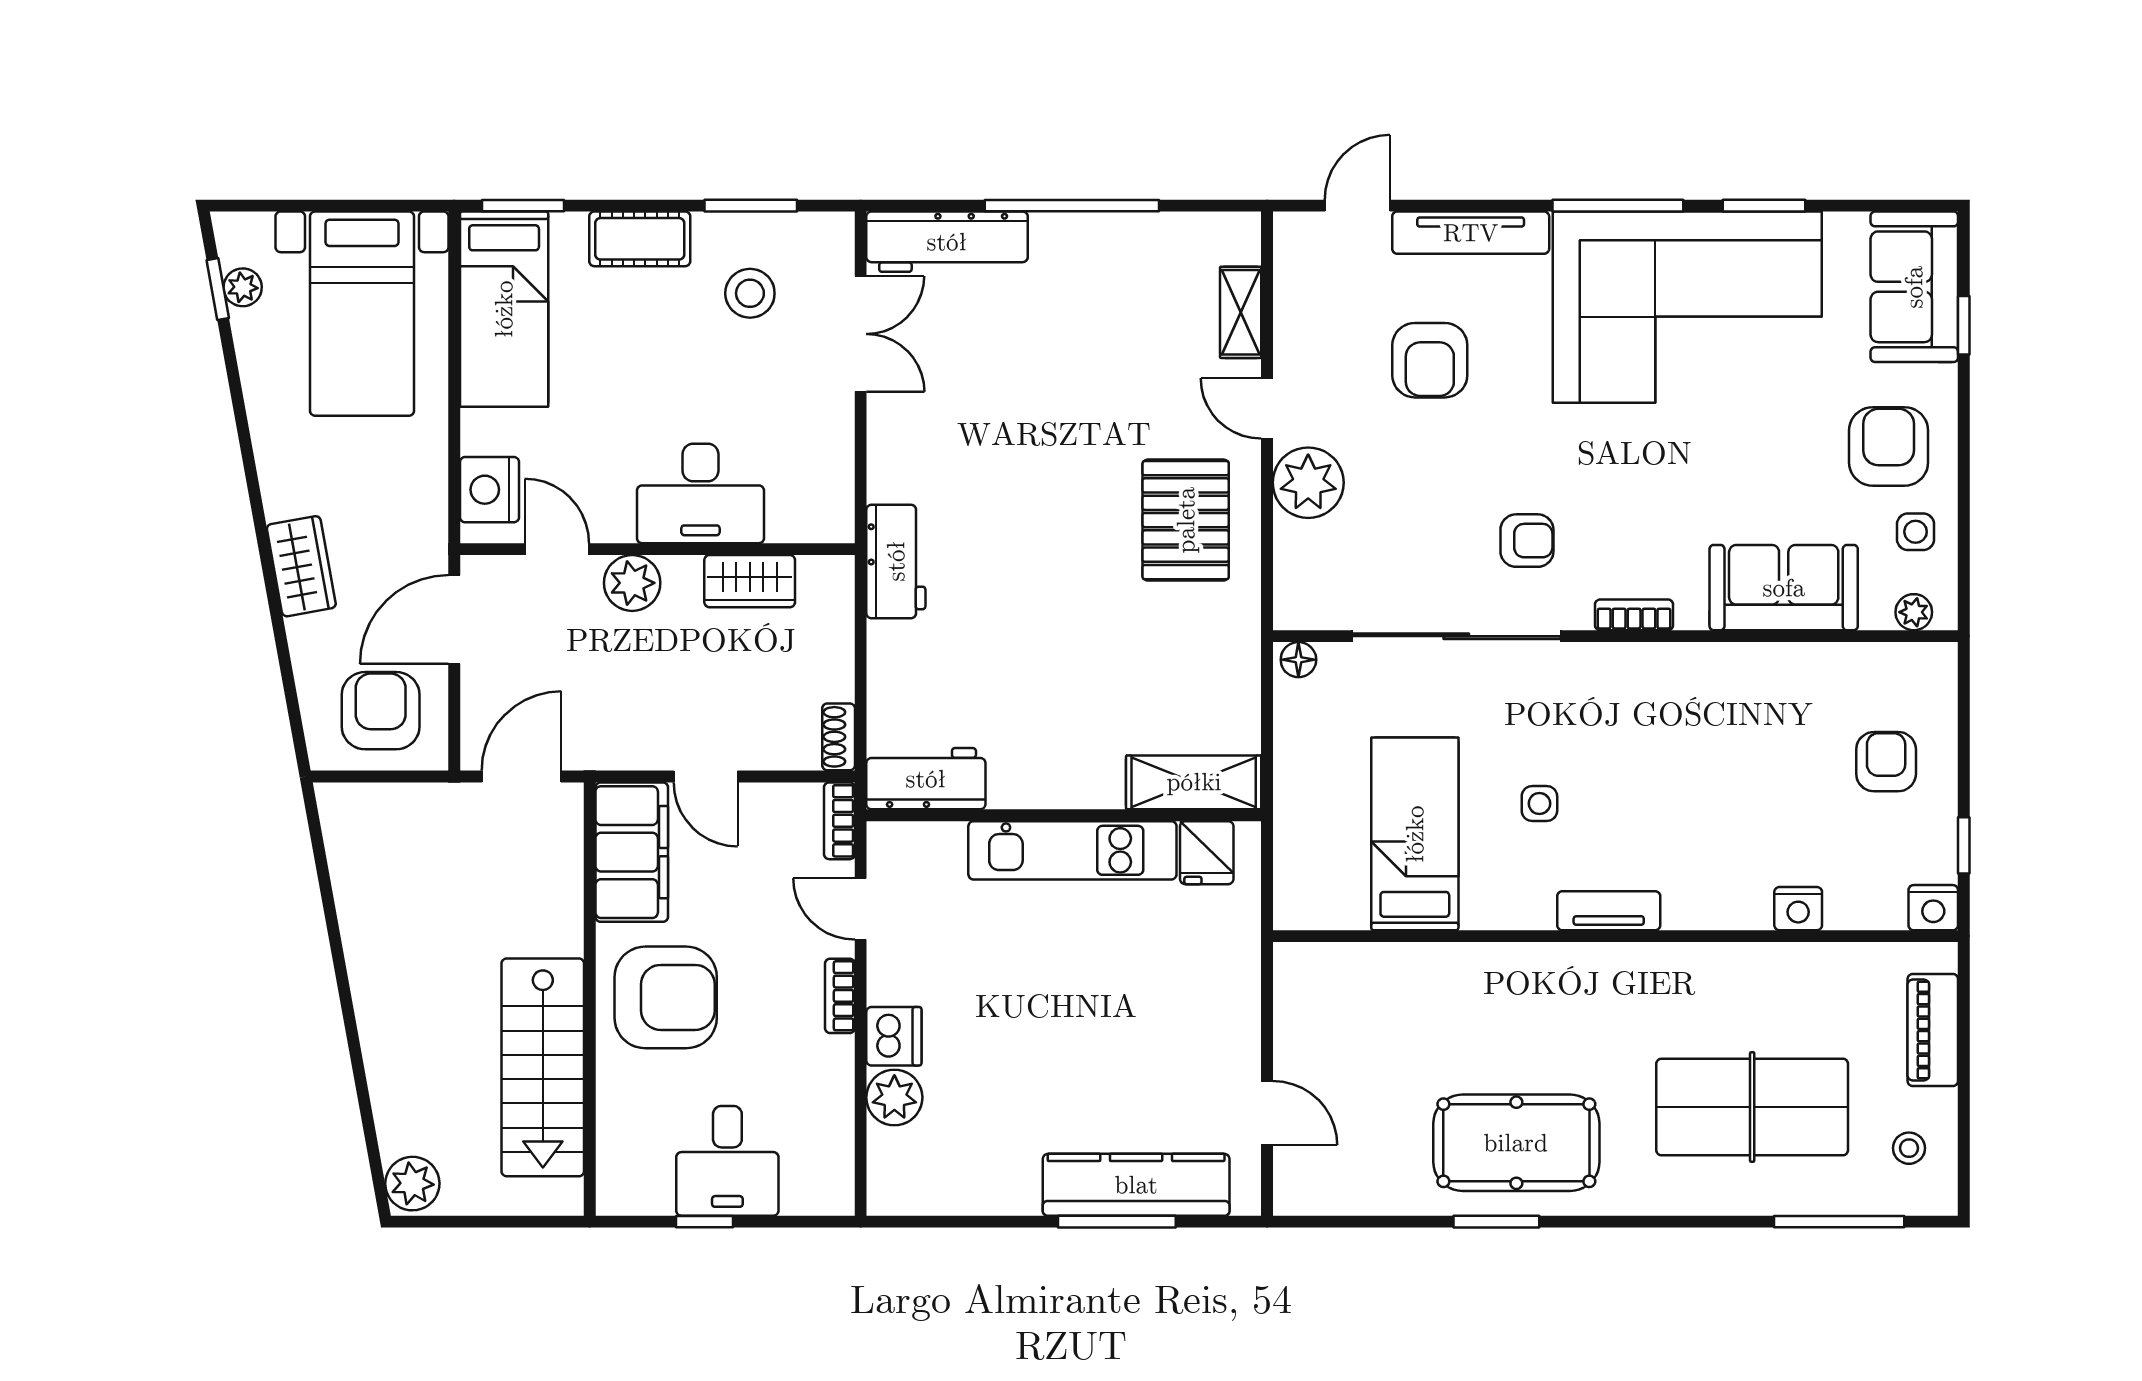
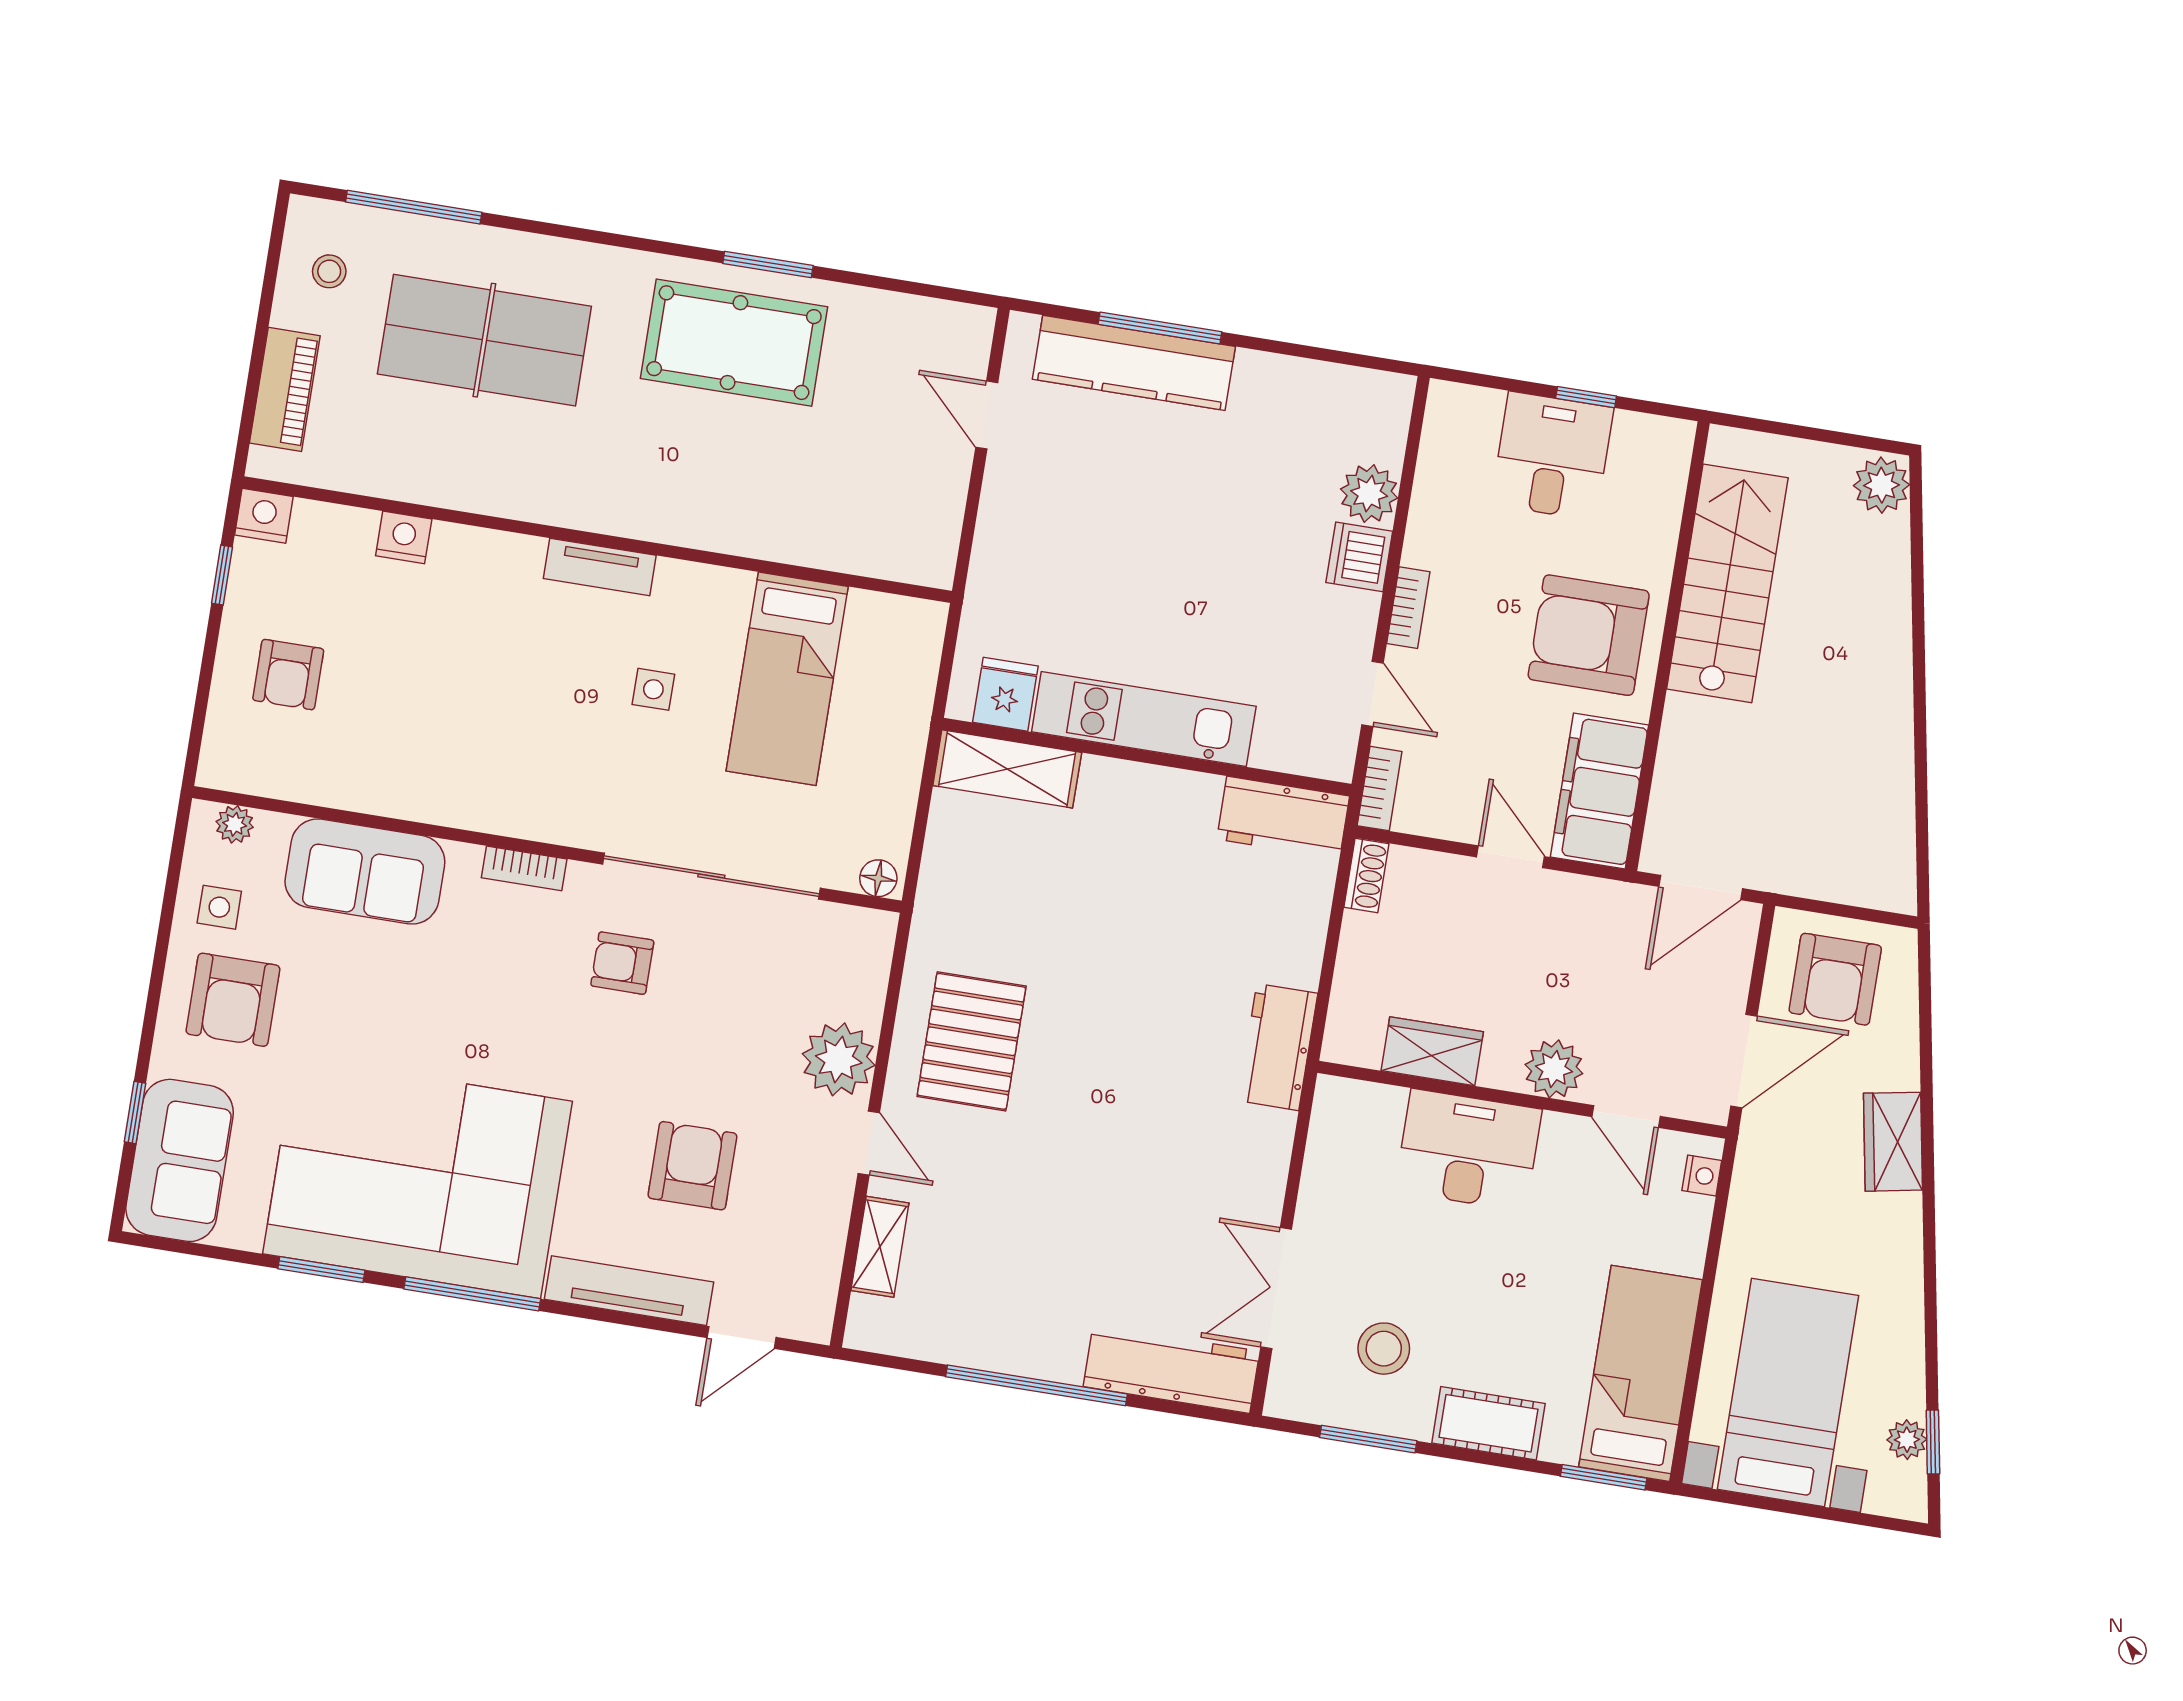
nightstand: (489, 490) -> (1702, 1175), width x0.53, depth x0.56

